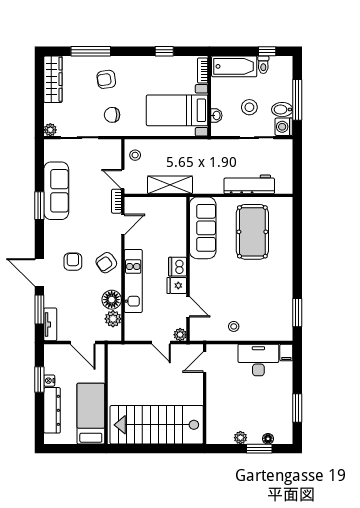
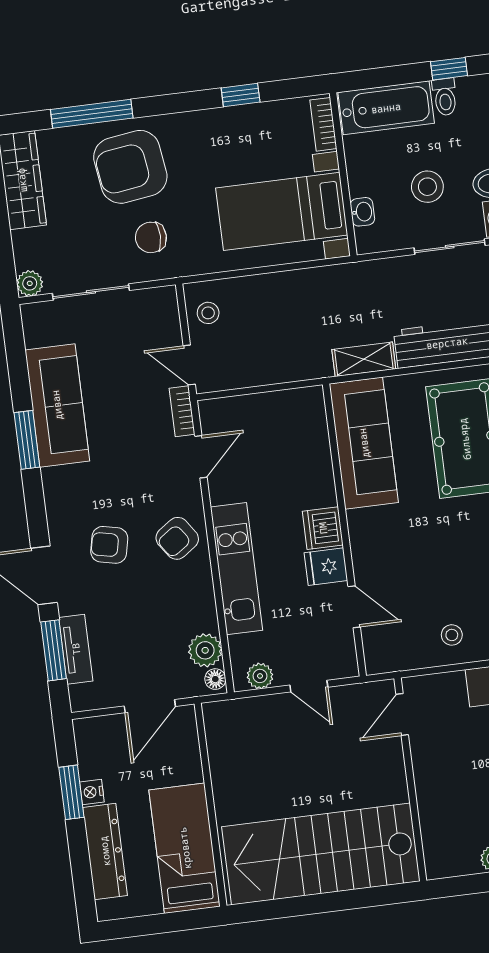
armchair: (106, 79) -> (130, 167), width x1.88, depth x1.88
shelving: (170, 185) -> (364, 359), moved, width x0.67, depth x0.75
armchair: (73, 262) -> (109, 545), turned -78
floor lamp: (112, 300) -> (215, 679), moved, width x0.53, depth x0.53
tv unit: (50, 324) -> (76, 649), moved
plant: (180, 335) -> (260, 676), moved
door: (83, 343) -> (150, 706), hinge flipped

